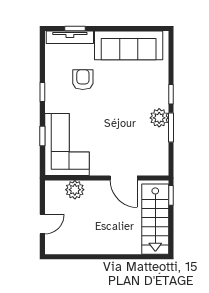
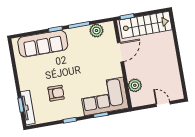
sofa: (129, 45) -> (43, 44), moved, turned 90
armchair: (83, 80) -> (56, 93), turned 180
plant: (159, 118) -> (96, 31), moved

